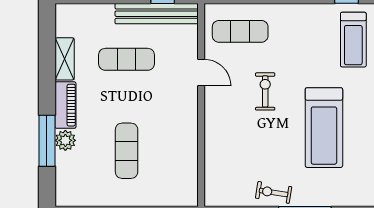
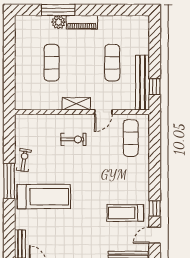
shelving: (65, 59) -> (76, 104), moved
exercise bike: (265, 91) -> (73, 139), moved
treadmill: (324, 128) -> (44, 197), moved, turned 180
exercise mat: (127, 151) -> (52, 63), turned 90

